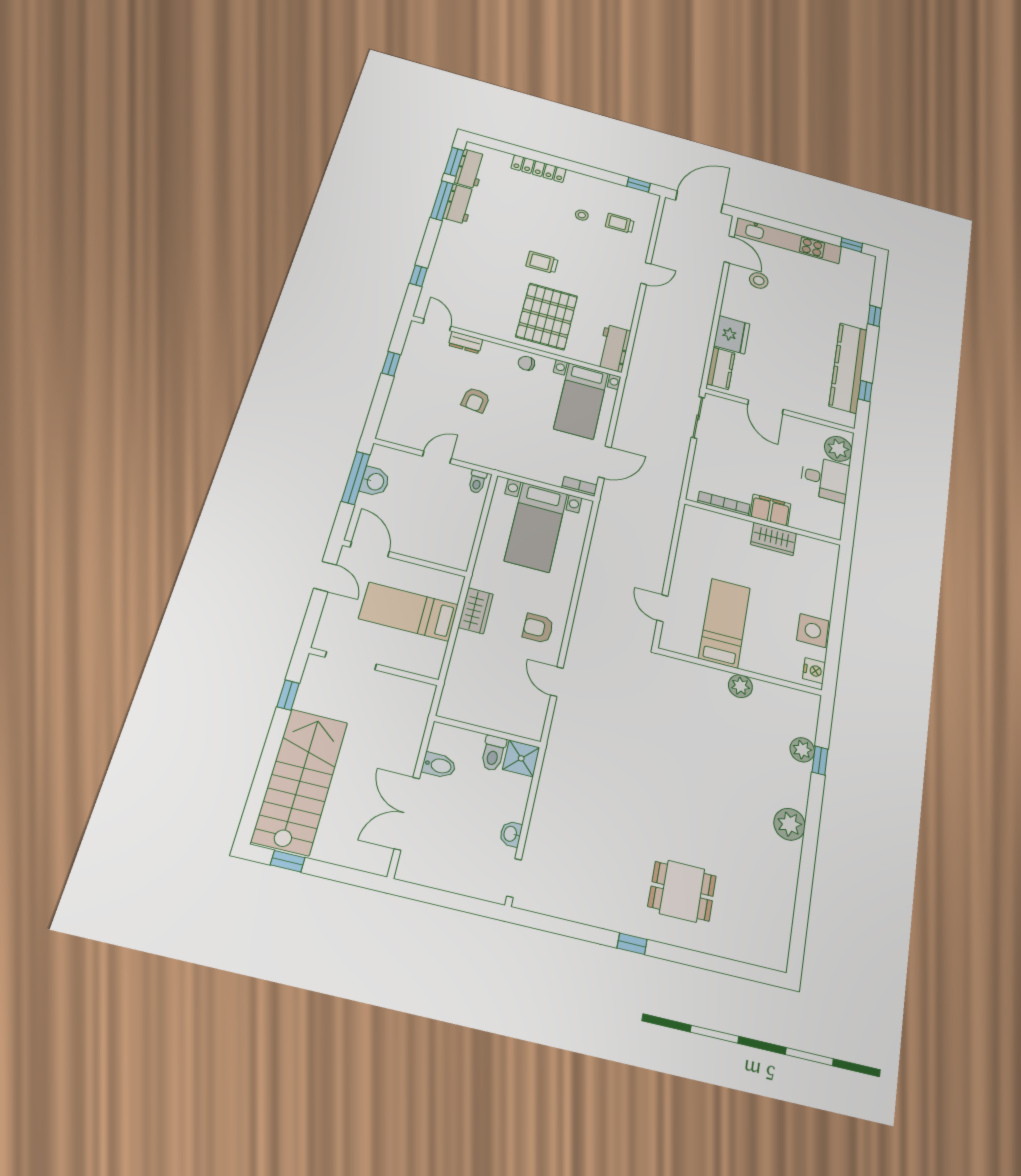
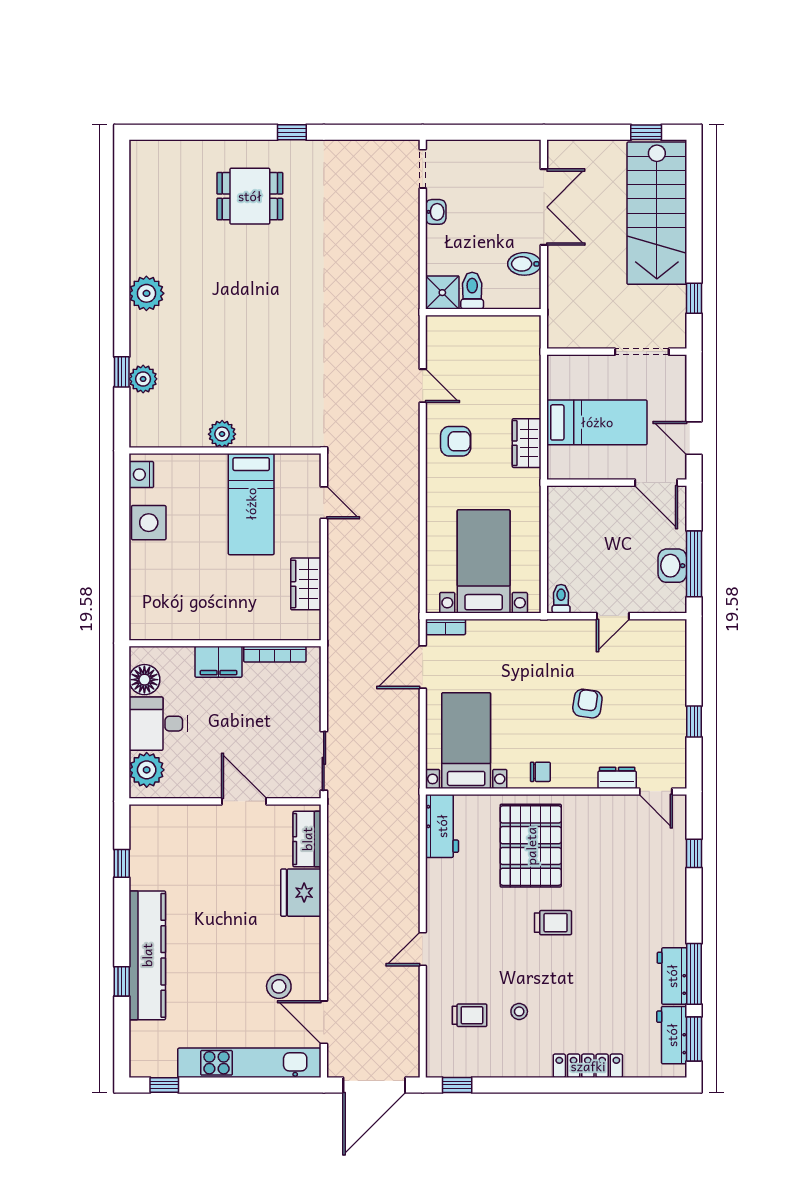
kitchen counter: (848, 368) -> (147, 955), moved
floor lamp: (832, 513) -> (144, 680), added
wardrobe: (773, 539) -> (306, 584), moved, turned -90

